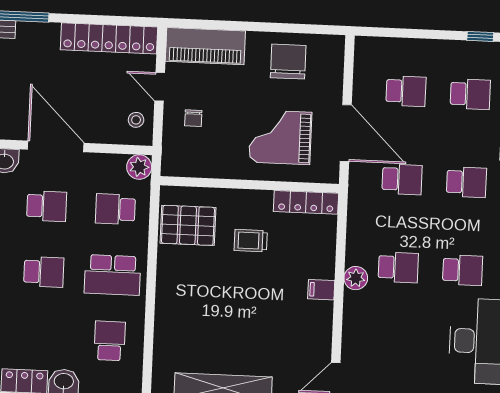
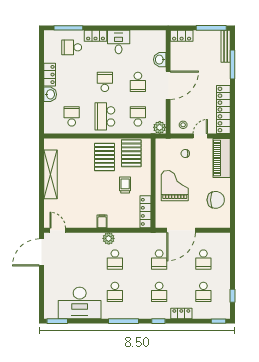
grand piano: (280, 137) -> (175, 186), moved
school desk: (44, 272) -> (105, 82), turned 180
pallet: (193, 279) -> (105, 157), added
school desk: (110, 341) -> (72, 116), turned -90

